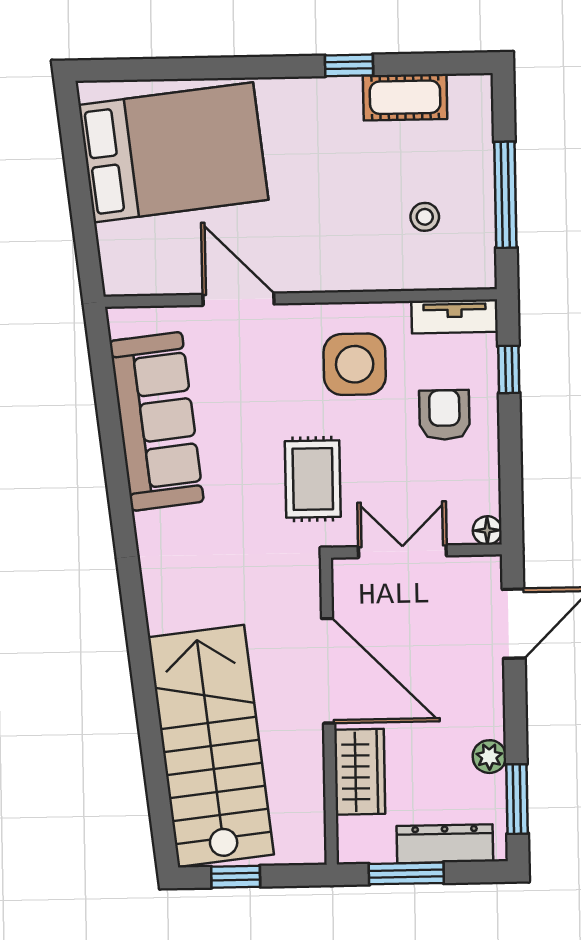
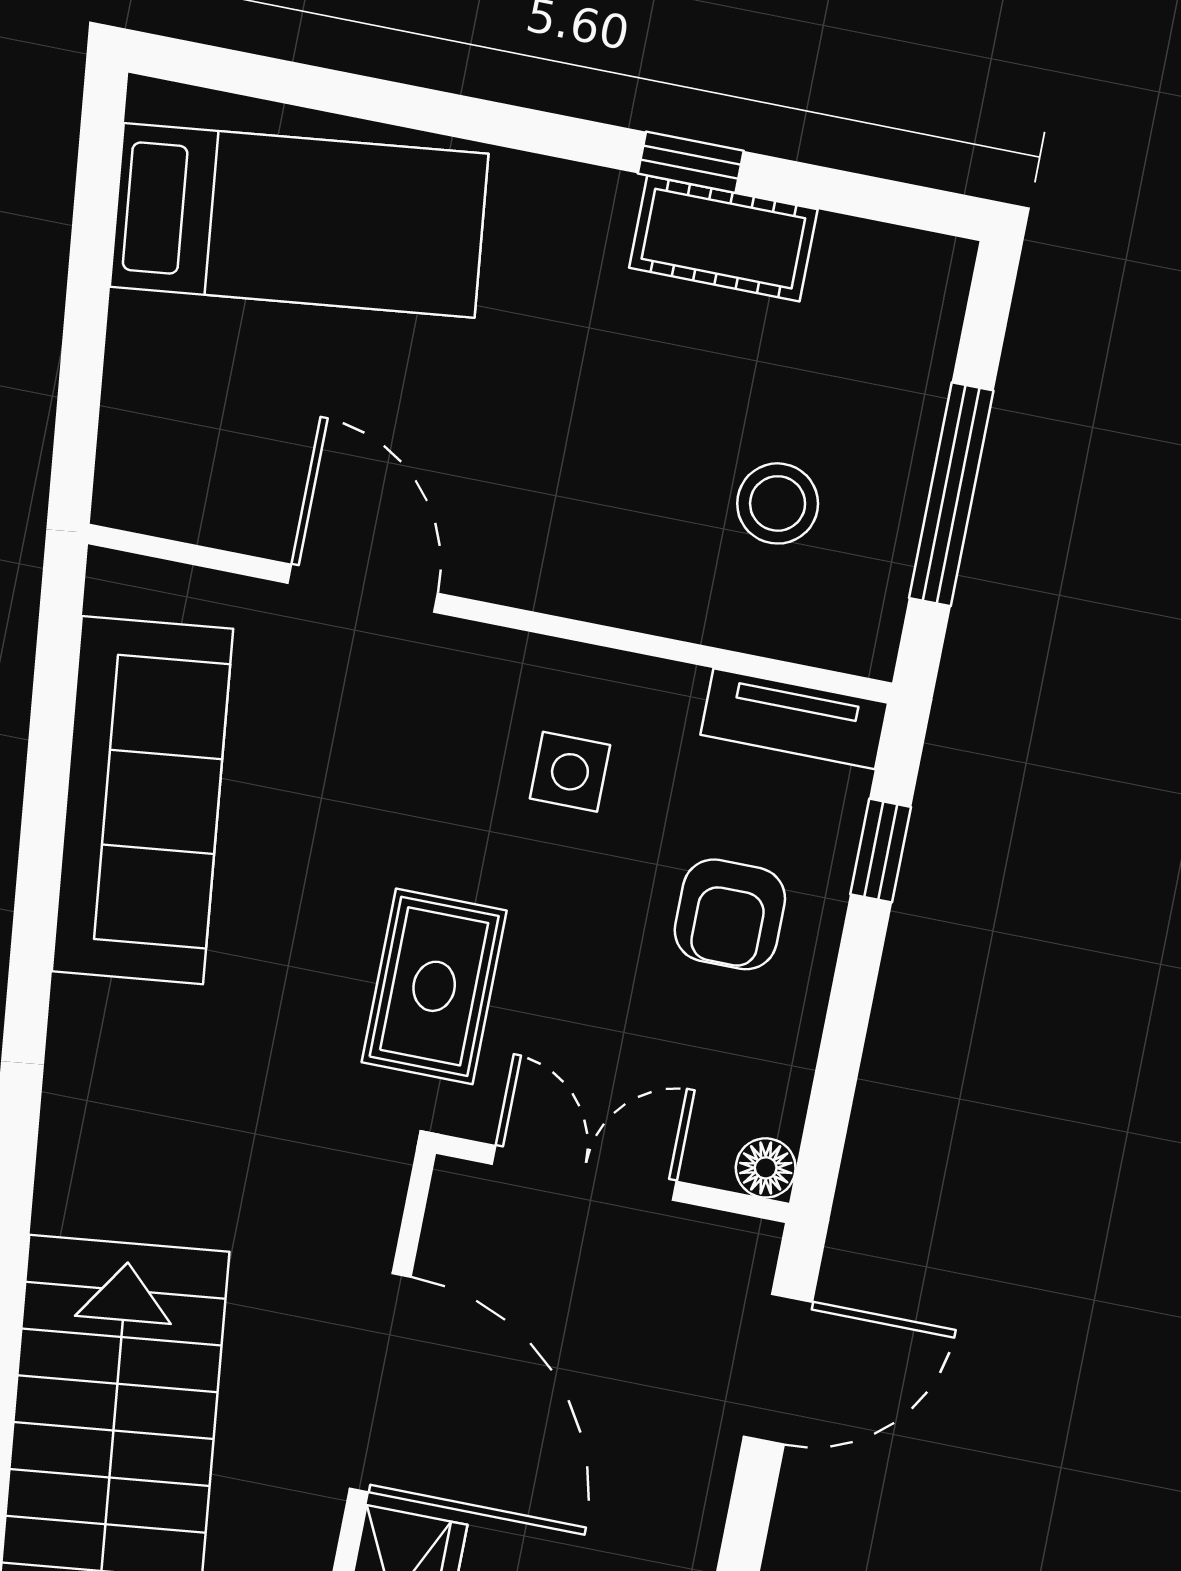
cot: (405, 97) -> (723, 239), moved
bed: (173, 152) -> (299, 220), width x0.67
stool: (425, 217) -> (778, 503), width x1.37, depth x1.37
side table: (355, 364) -> (570, 772), width x0.54, depth x0.54
armchair: (444, 415) -> (730, 914), turned 180

